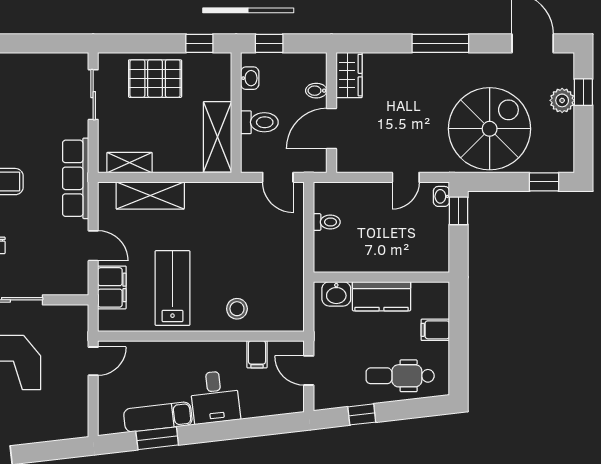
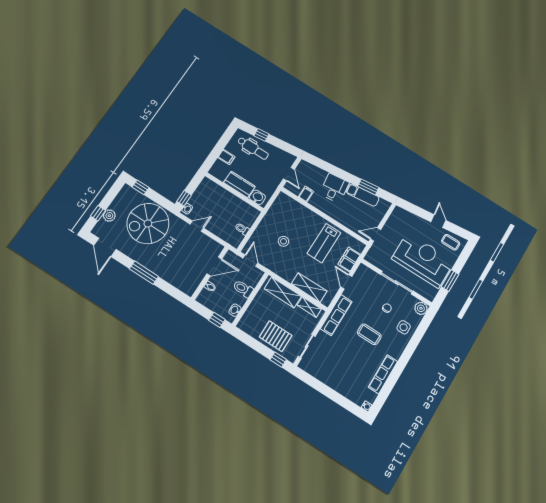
window: (199, 43) -> (278, 360), moved
wardrobe: (349, 75) -> (192, 284), removed
shelving: (218, 137) -> (283, 292), moved, turned 90
stool: (237, 309) -> (284, 241), moved
window: (362, 414) -> (261, 135), moved

